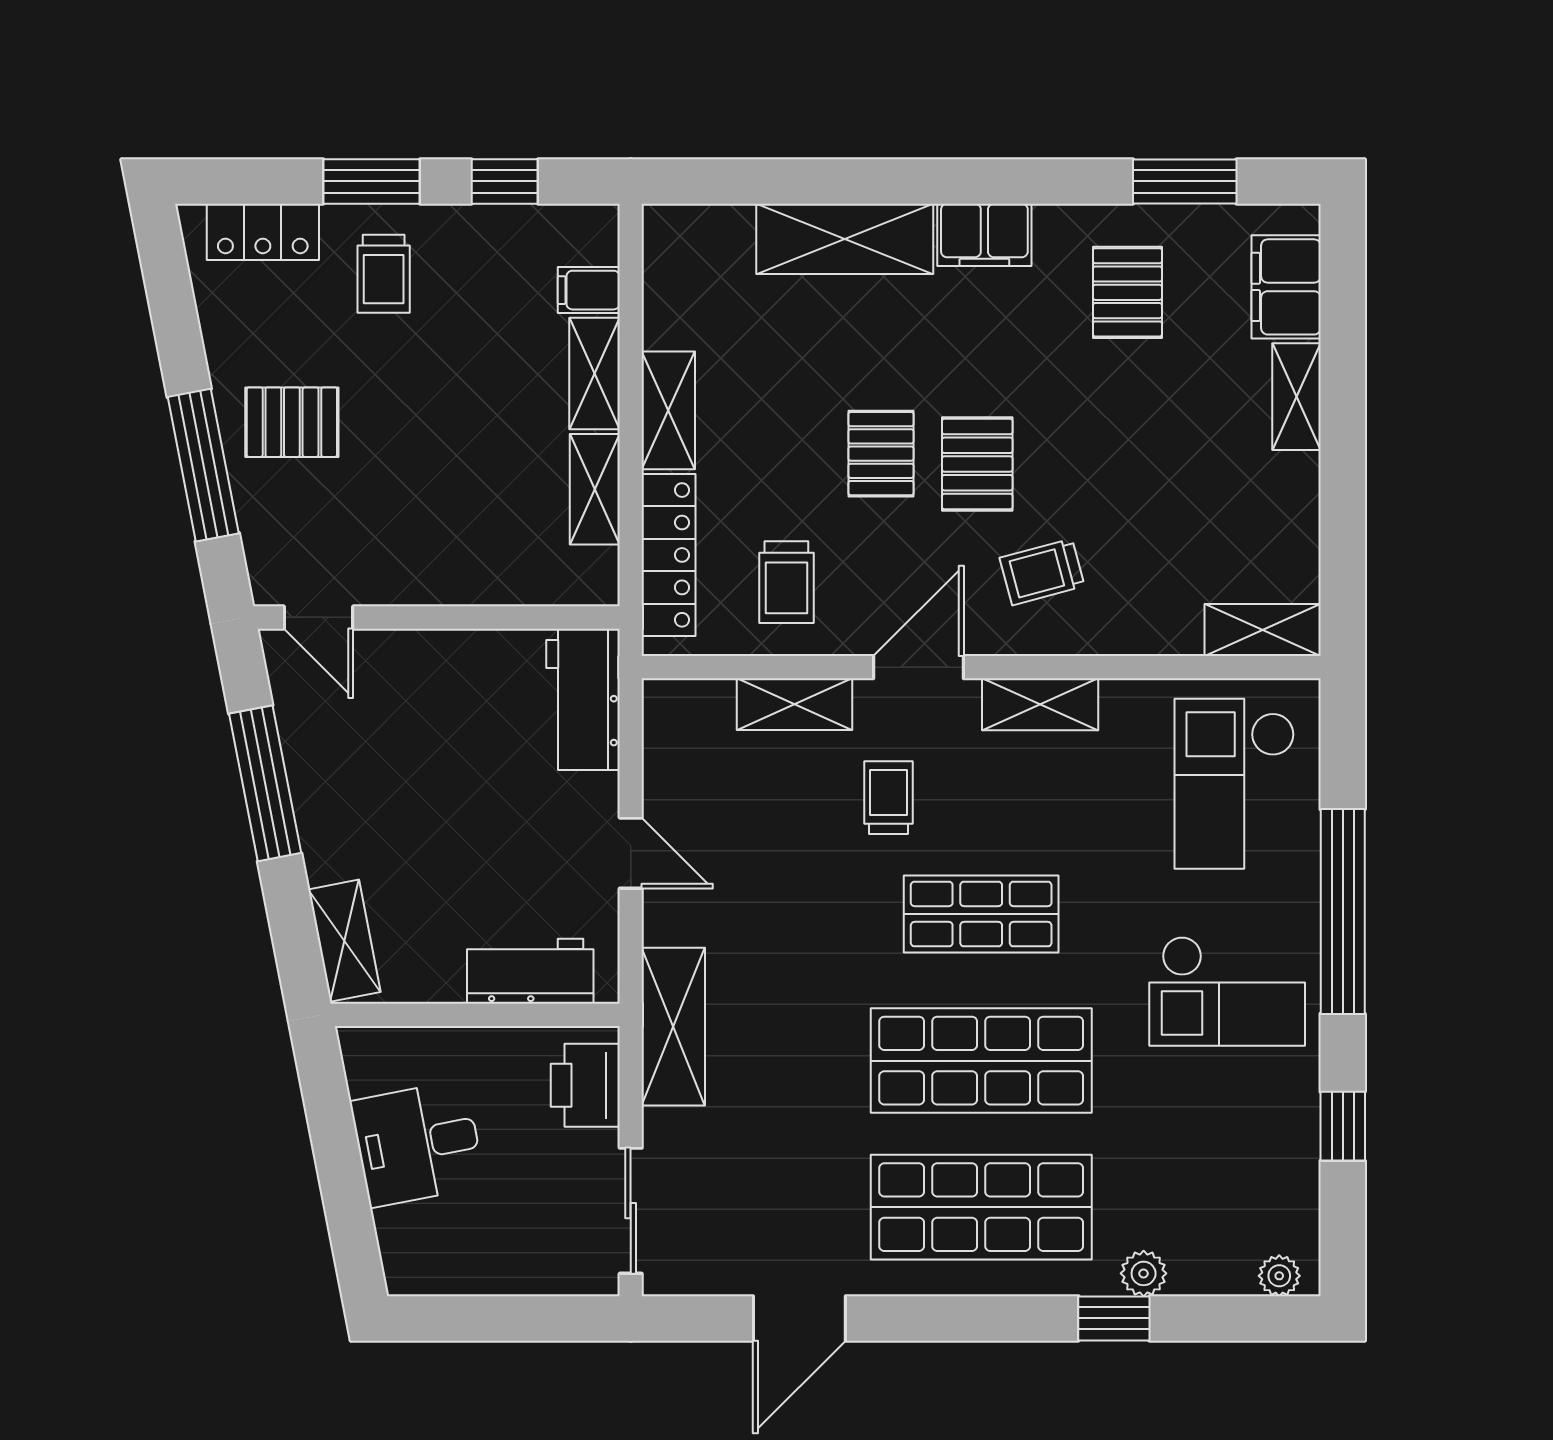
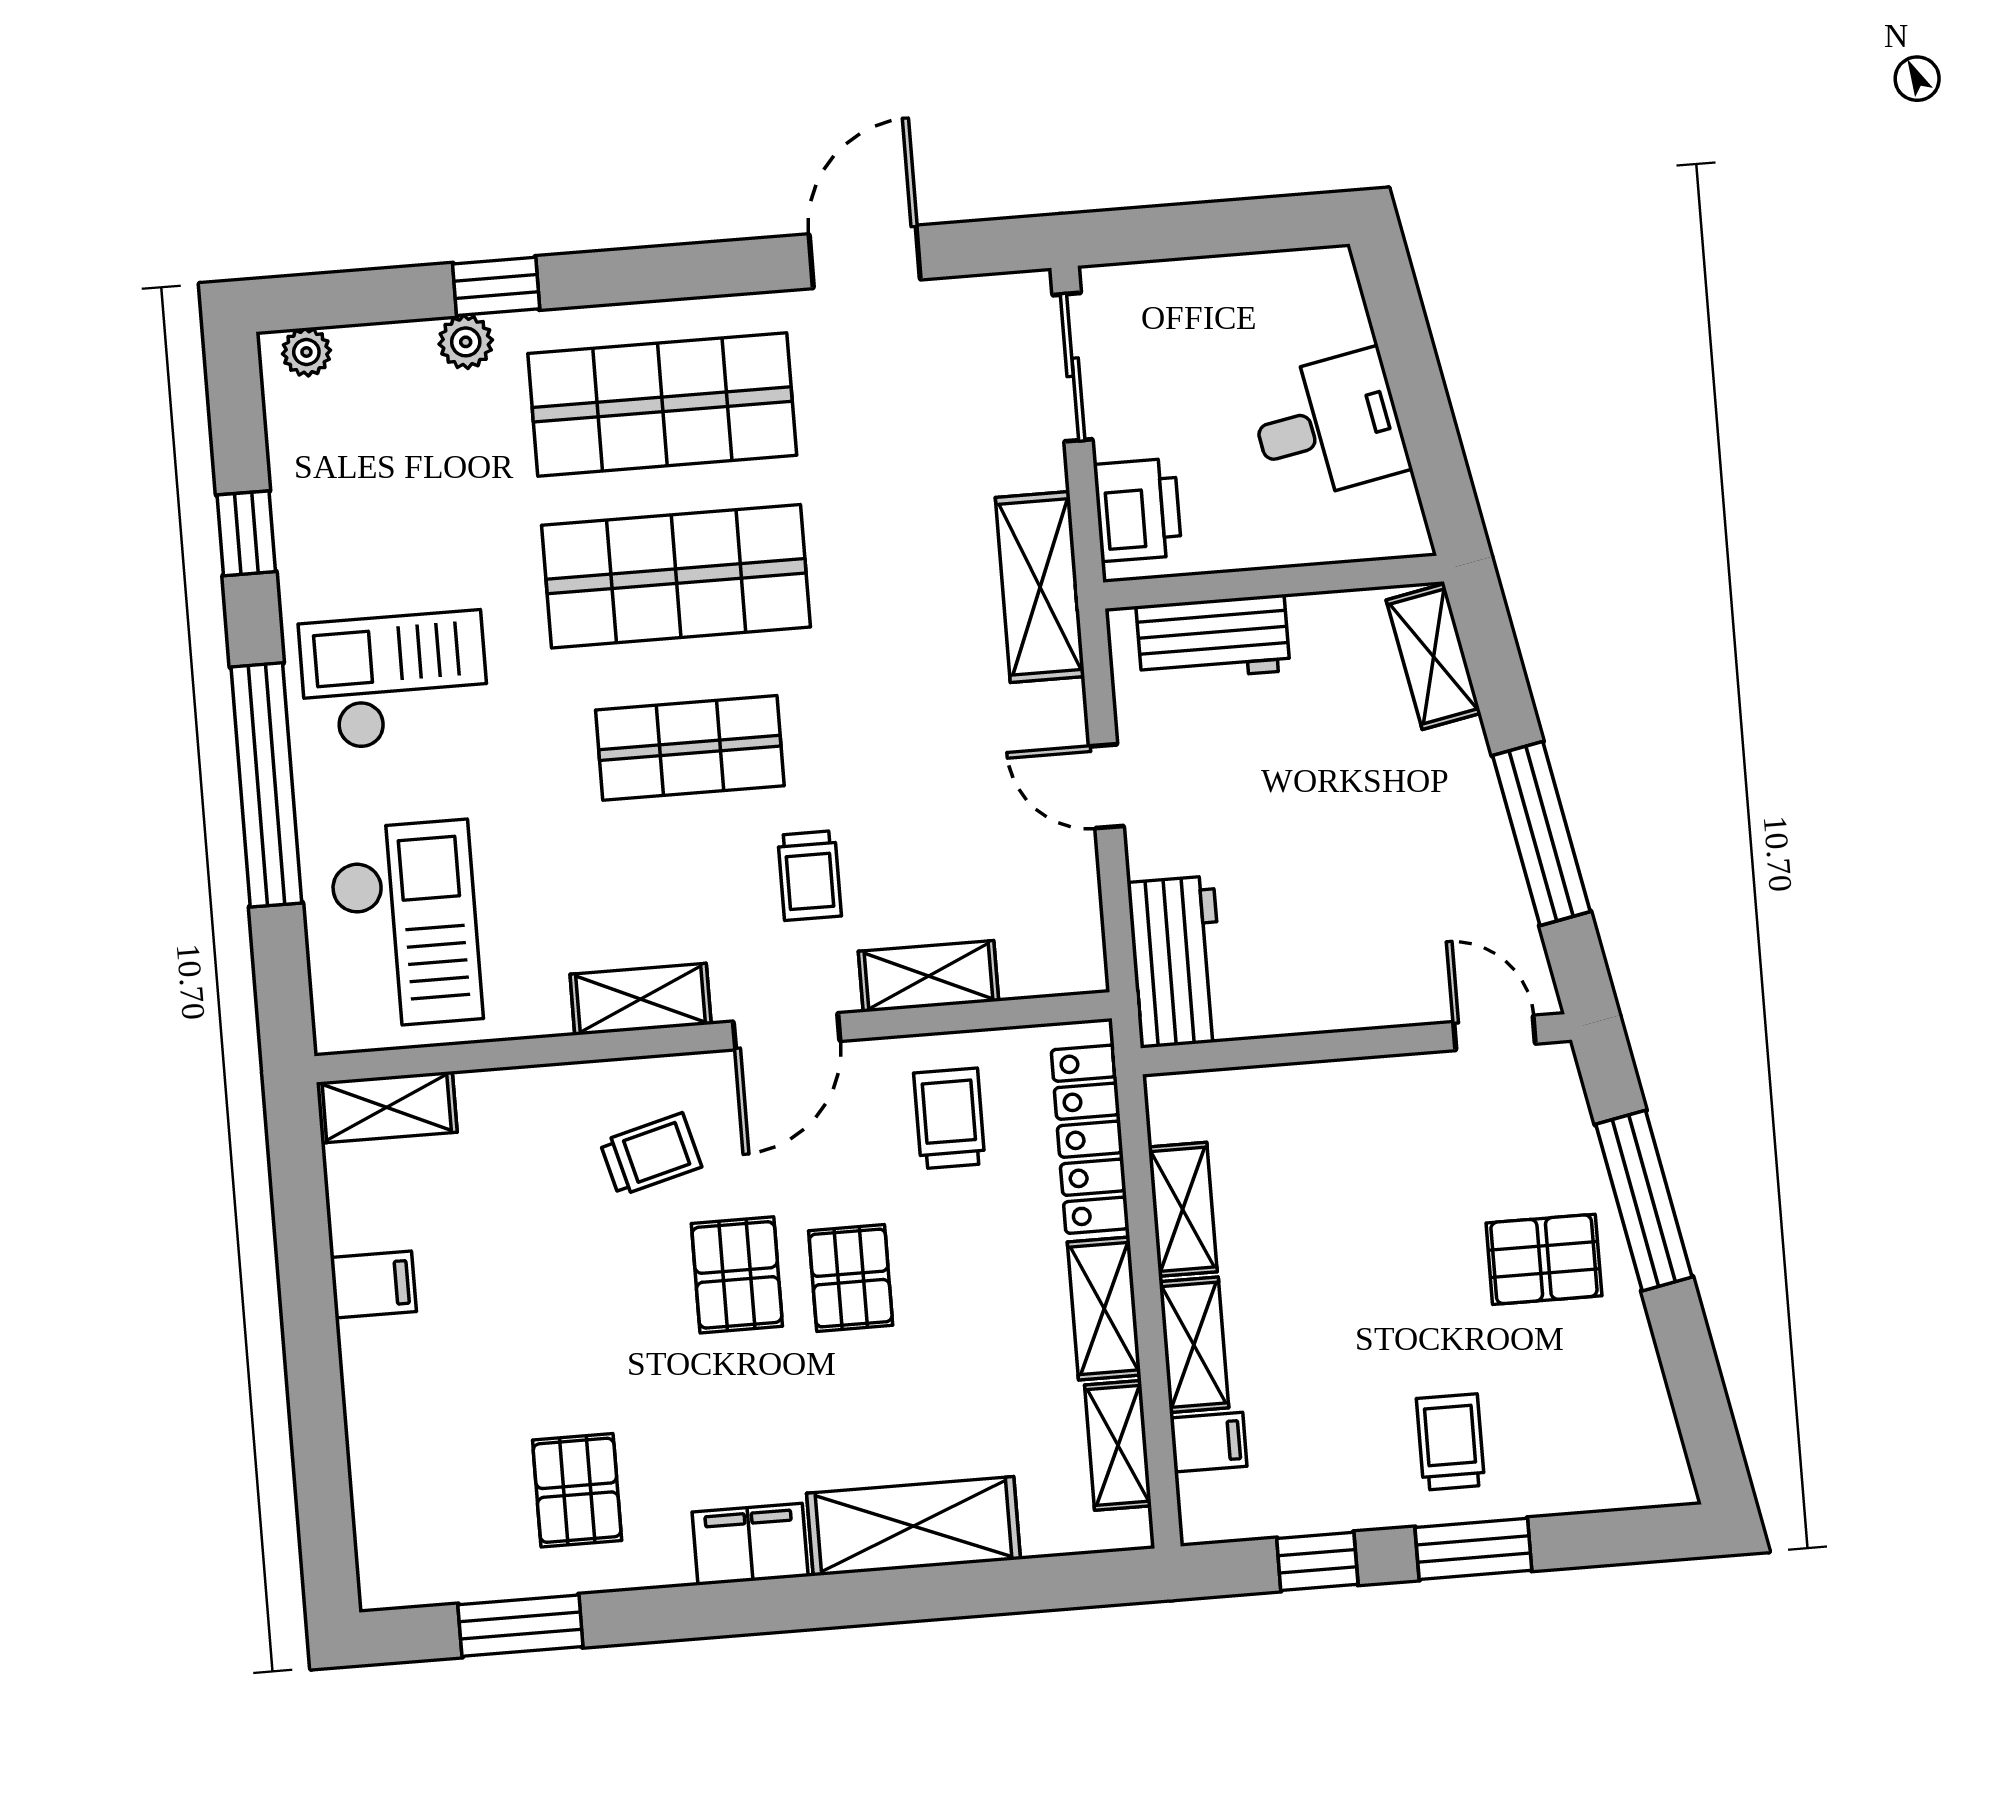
locker: (263, 232) -> (1596, 1480), removed
filing cabinet: (1286, 287) -> (373, 1285), moved, width x0.50
shelving: (1297, 397) -> (1118, 1445), moved

